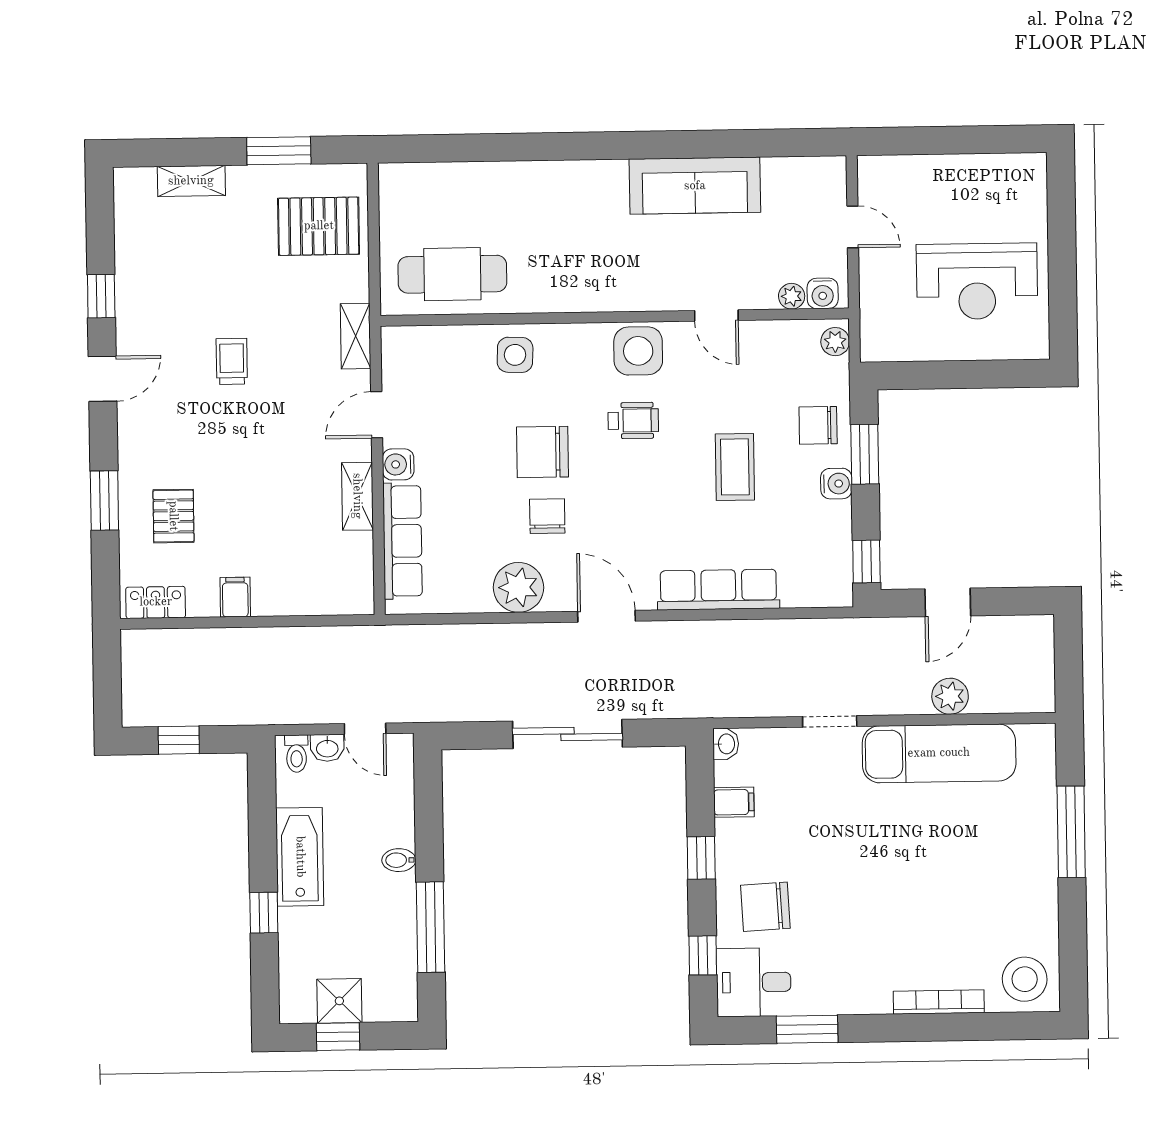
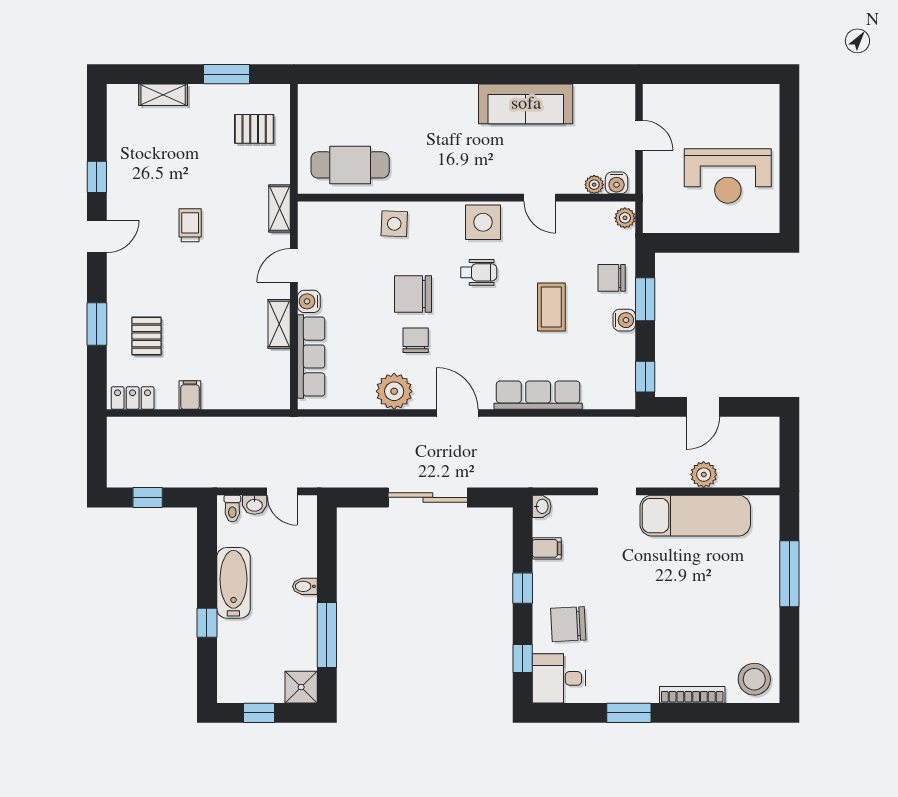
pallet: (319, 226) -> (254, 129), width x0.67, depth x0.71
shower: (339, 1001) -> (301, 687), moved
window: (807, 1029) -> (629, 713), moved

